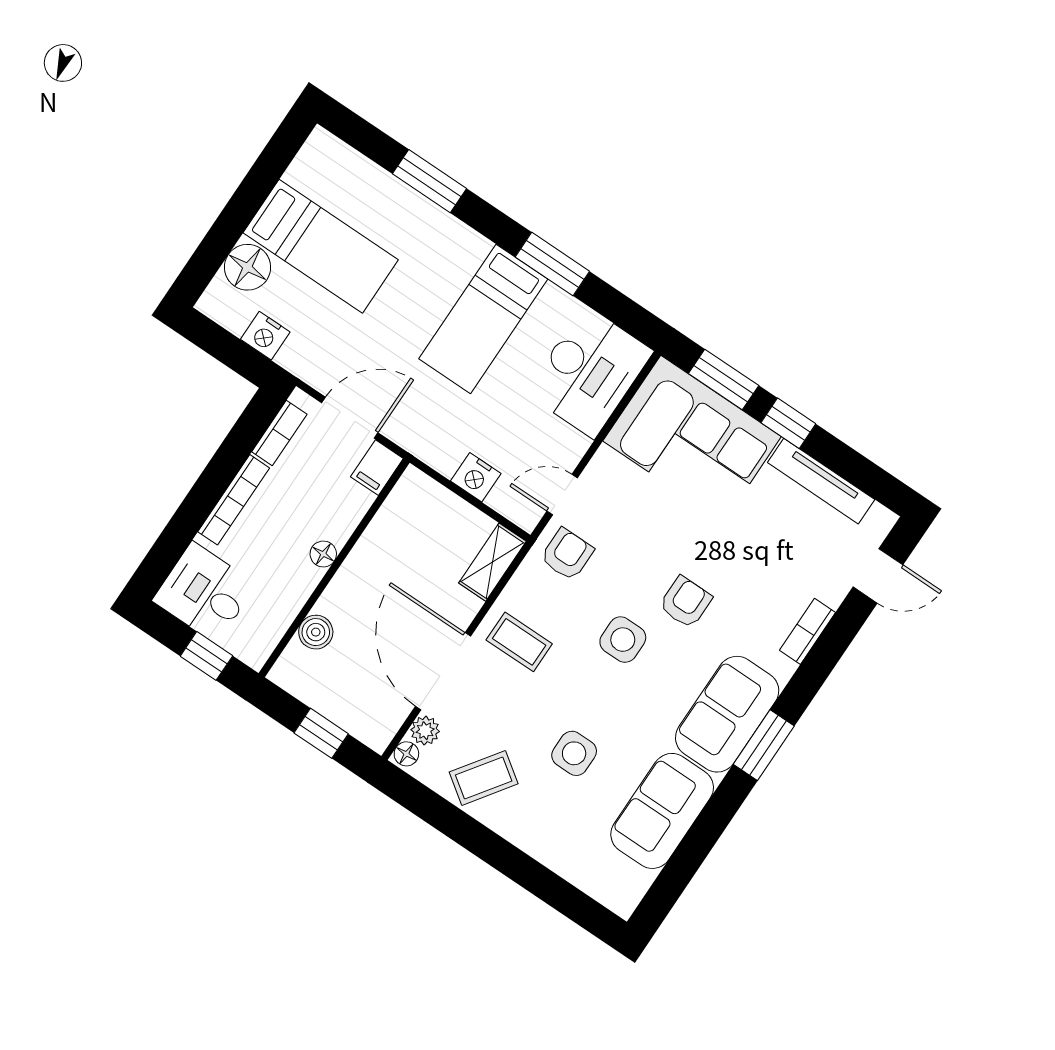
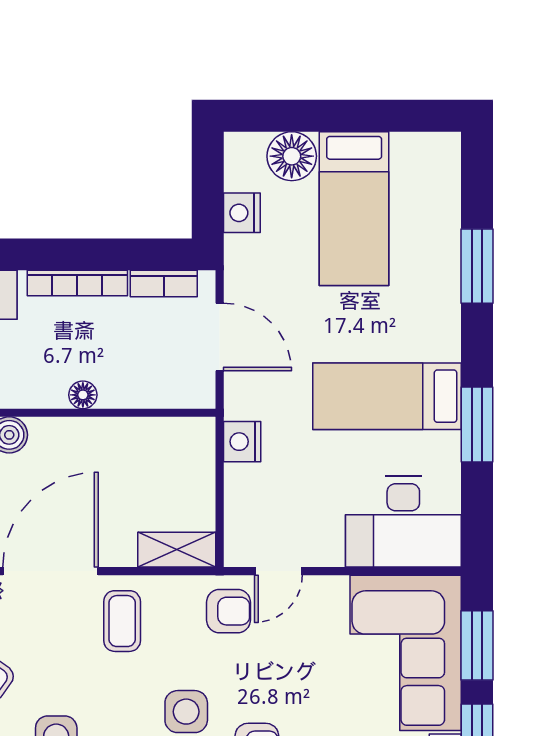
filing cabinet: (377, 468) -> (192, 391), removed
nightstand: (476, 477) -> (242, 442), moved
door: (562, 495) -> (278, 571), swing flipped

